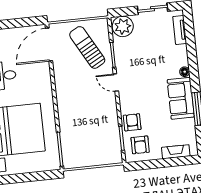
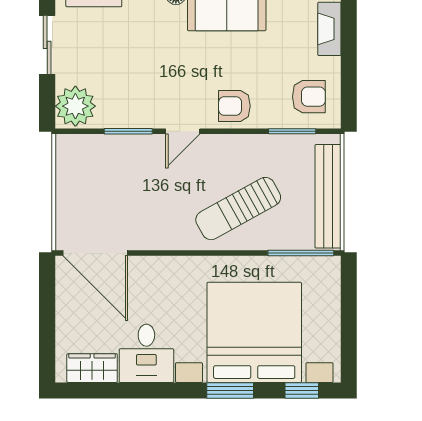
sun lounger: (87, 47) -> (238, 209), moved
armchair: (132, 122) -> (234, 106), moved
bench: (90, 160) -> (328, 196), added

